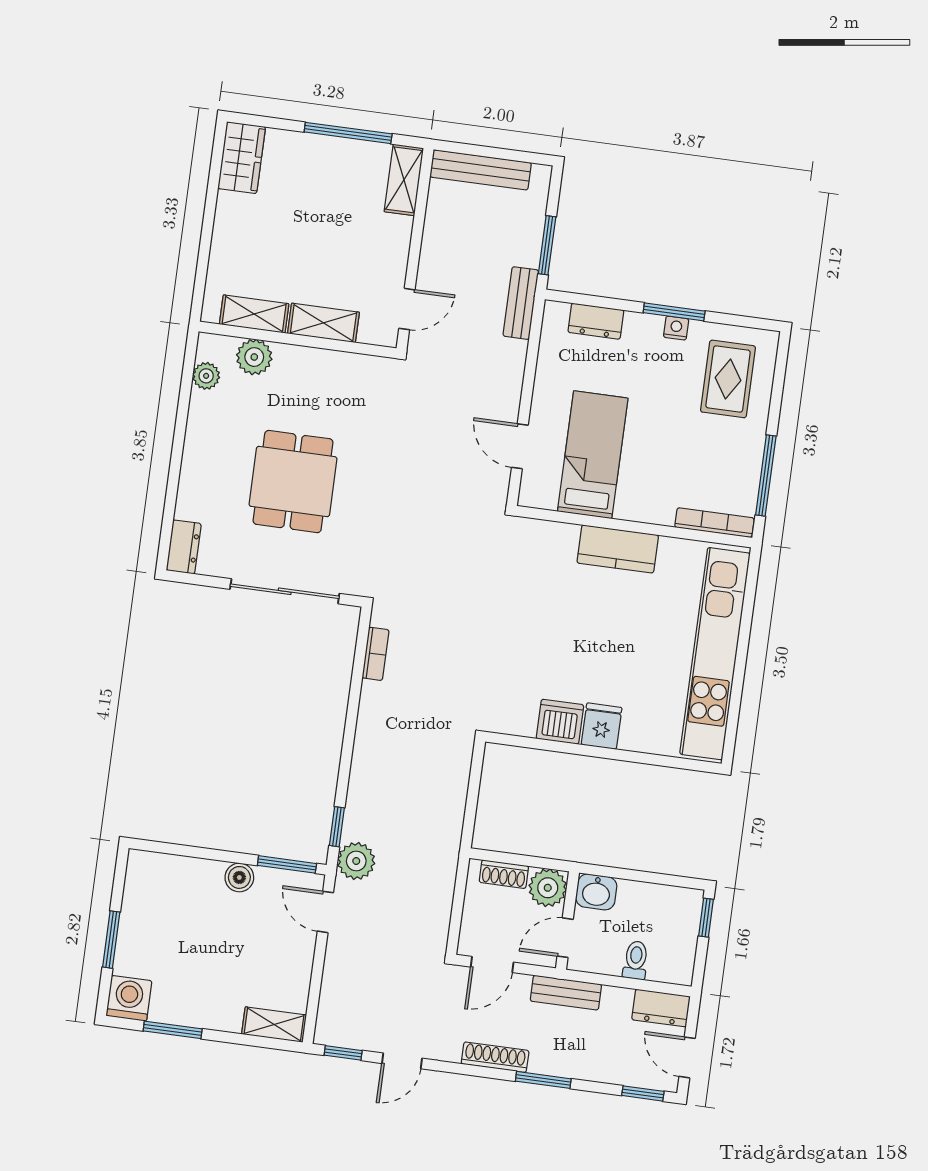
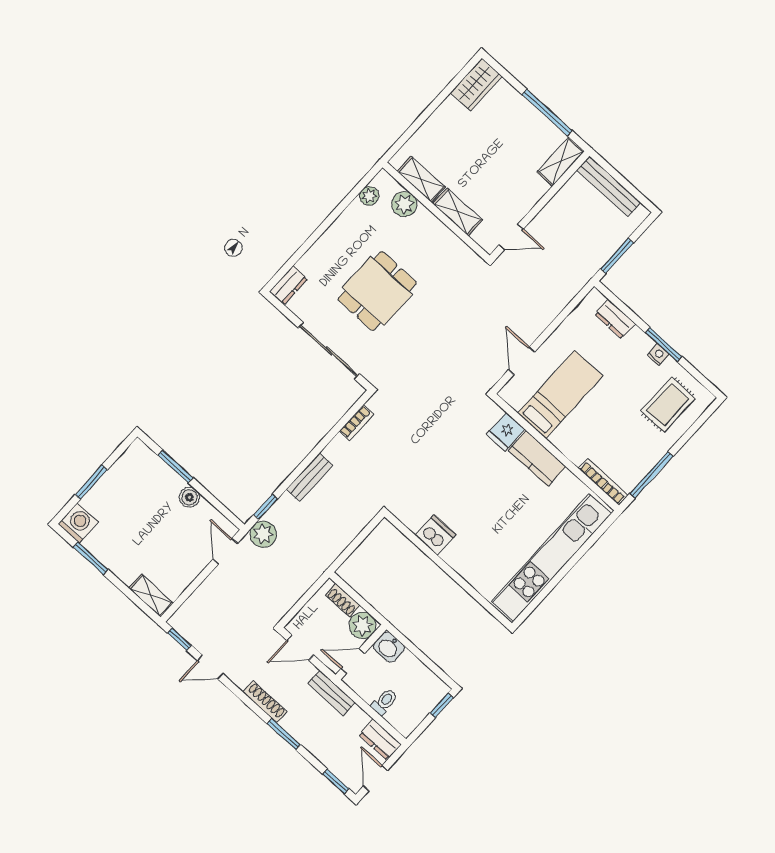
bench: (521, 303) -> (310, 477), moved
fridge: (602, 726) -> (506, 432), moved, turned 180
window: (287, 864) -> (176, 466), moved

